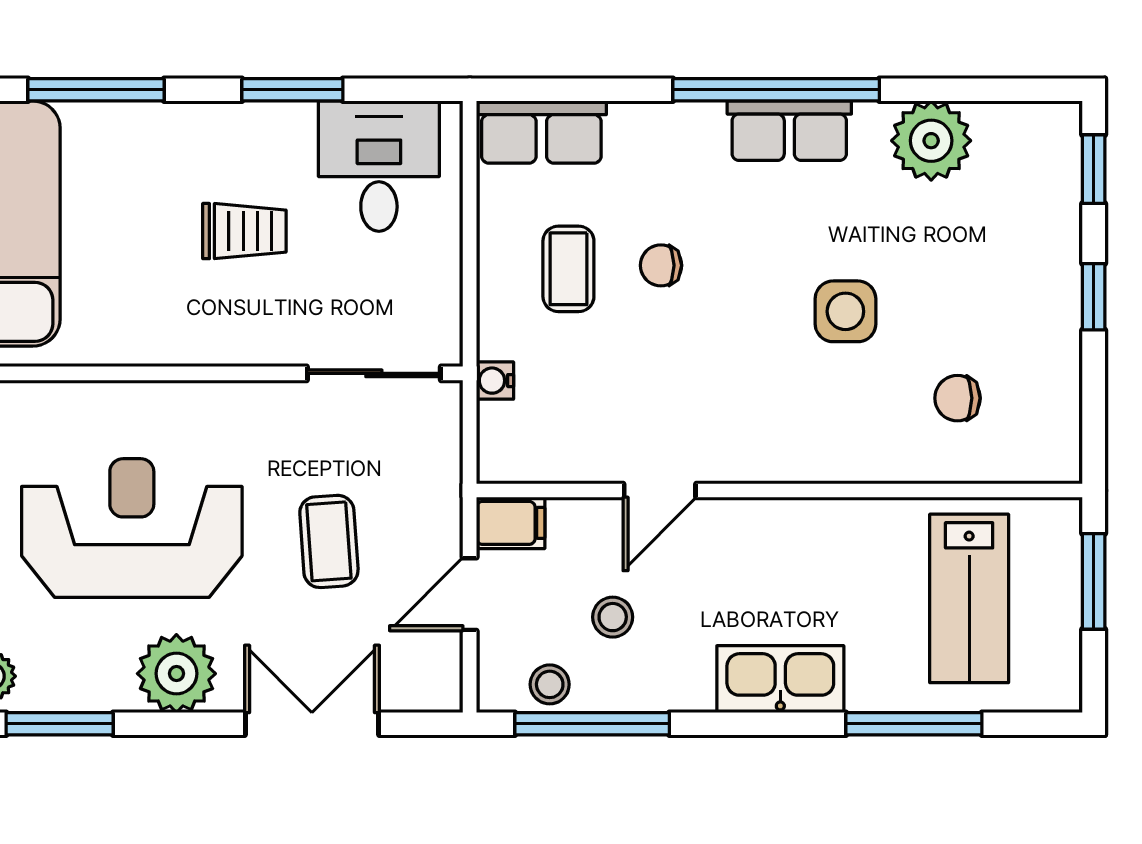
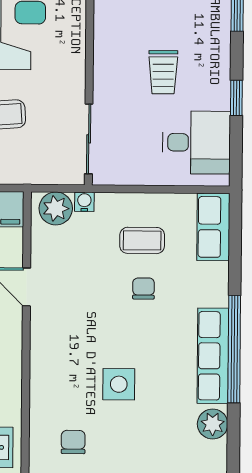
window: (292, 90) -> (236, 98), width x0.67
row of seats: (789, 131) -> (213, 356), width x1.48
plant: (931, 141) -> (213, 424), width x0.73, depth x0.73
plant: (508, 436) -> (56, 208), added

